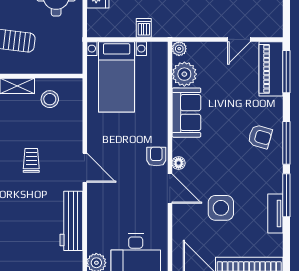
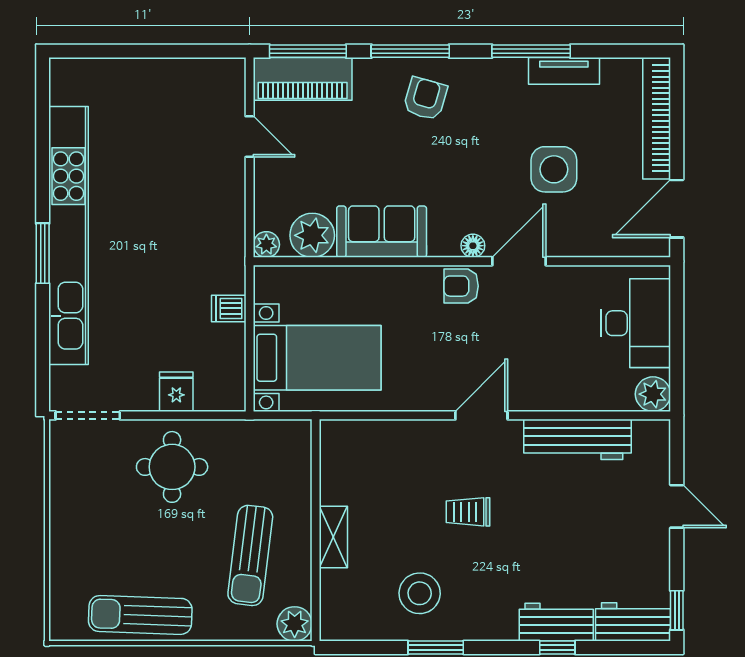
stool: (50, 99) -> (357, 478), removed
window: (286, 143) -> (410, 51), moved

